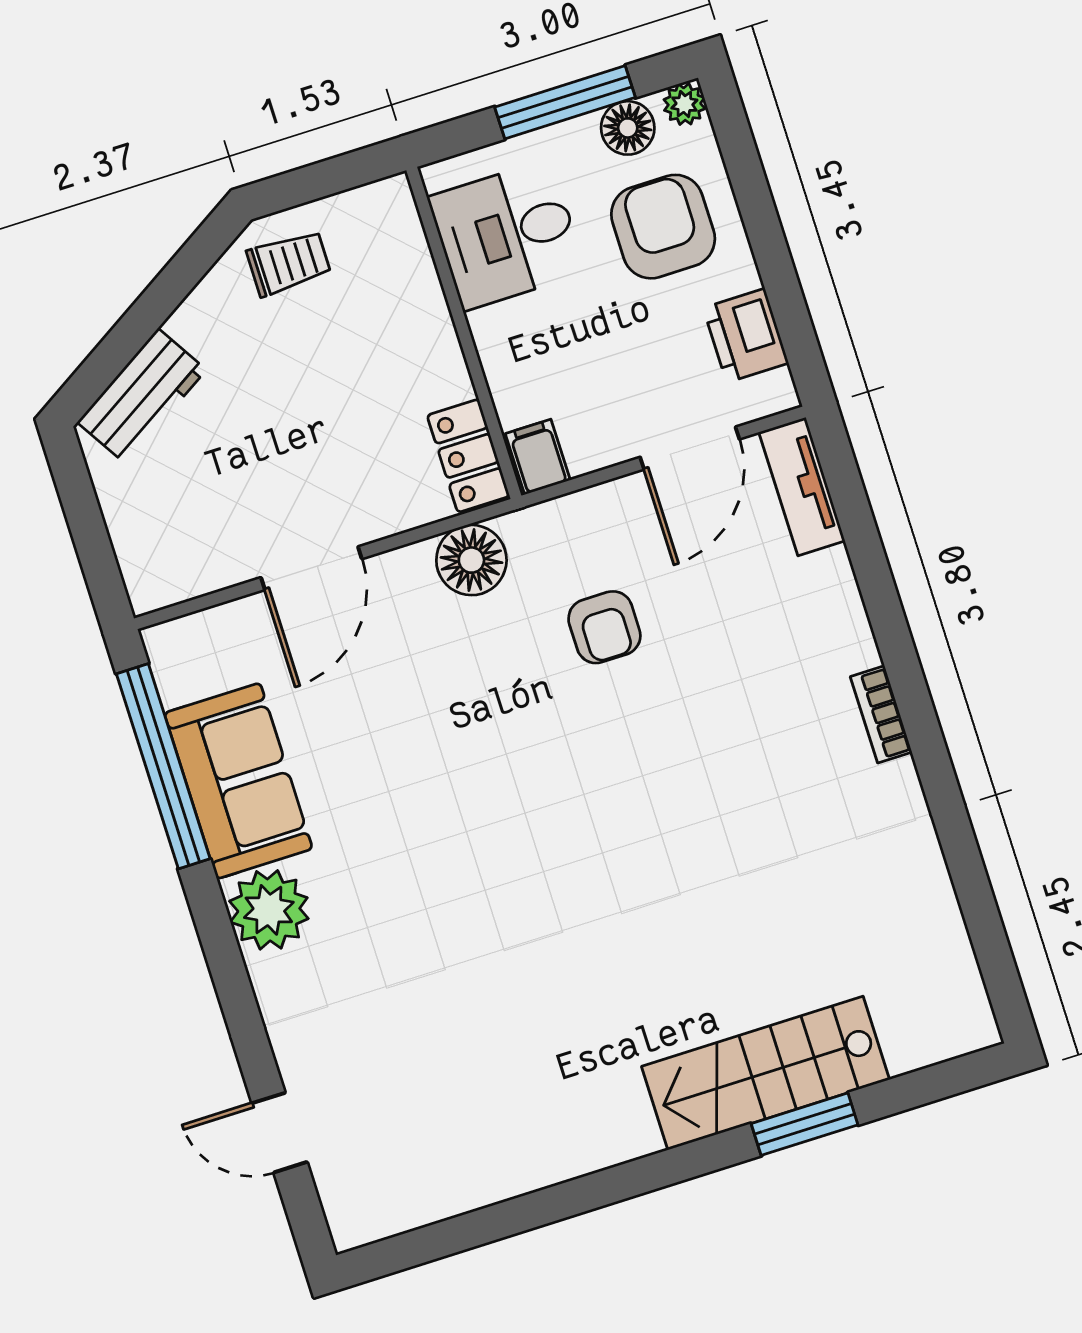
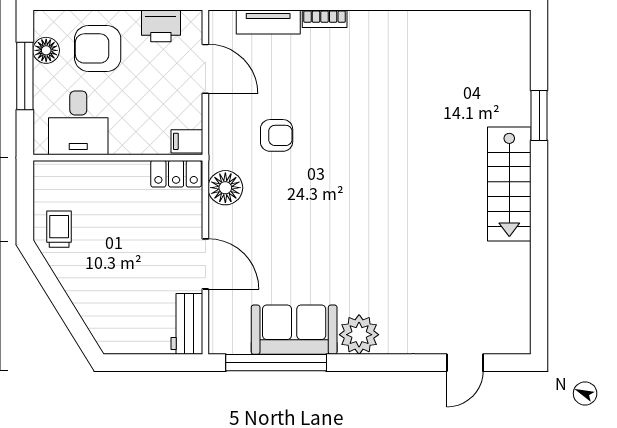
plant: (684, 104) -> (43, 20), removed
workbench: (142, 396) -> (187, 324), moved, turned -148
tv unit: (802, 487) -> (268, 22), moved
bookcase: (881, 714) -> (325, 19), moved
stairs: (766, 1073) -> (509, 184), moved

